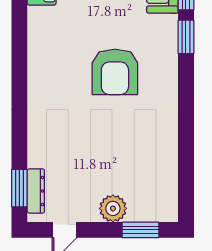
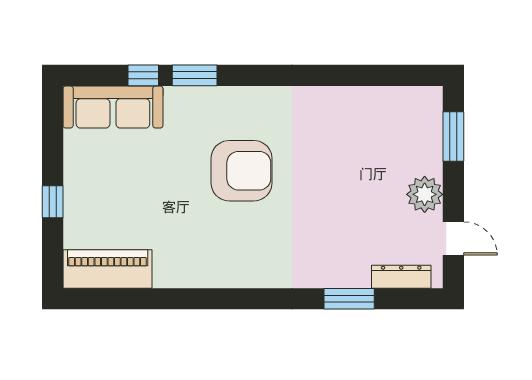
window: (19, 188) -> (349, 299), moved
plant: (113, 208) -> (425, 194), moved

